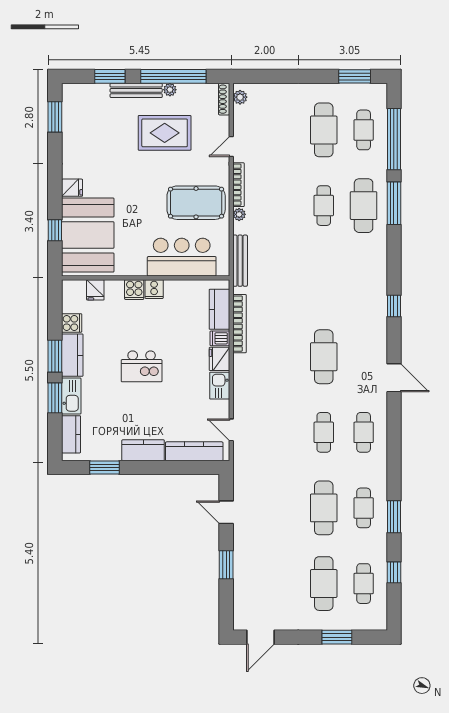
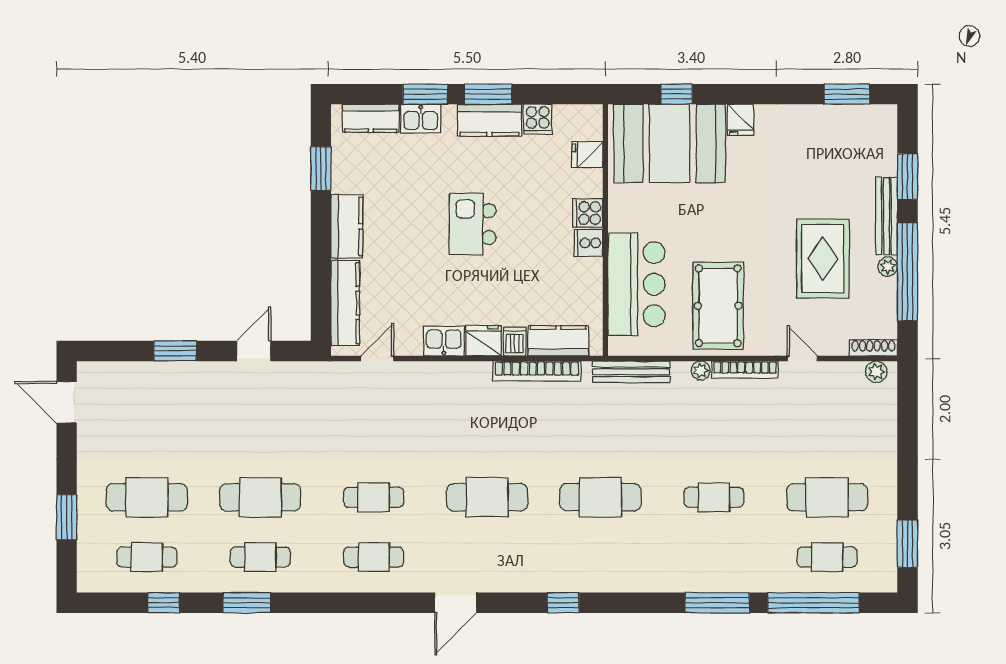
cafe table: (364, 206) -> (600, 497), moved
kitchen sink: (71, 396) -> (421, 119), width x0.73

